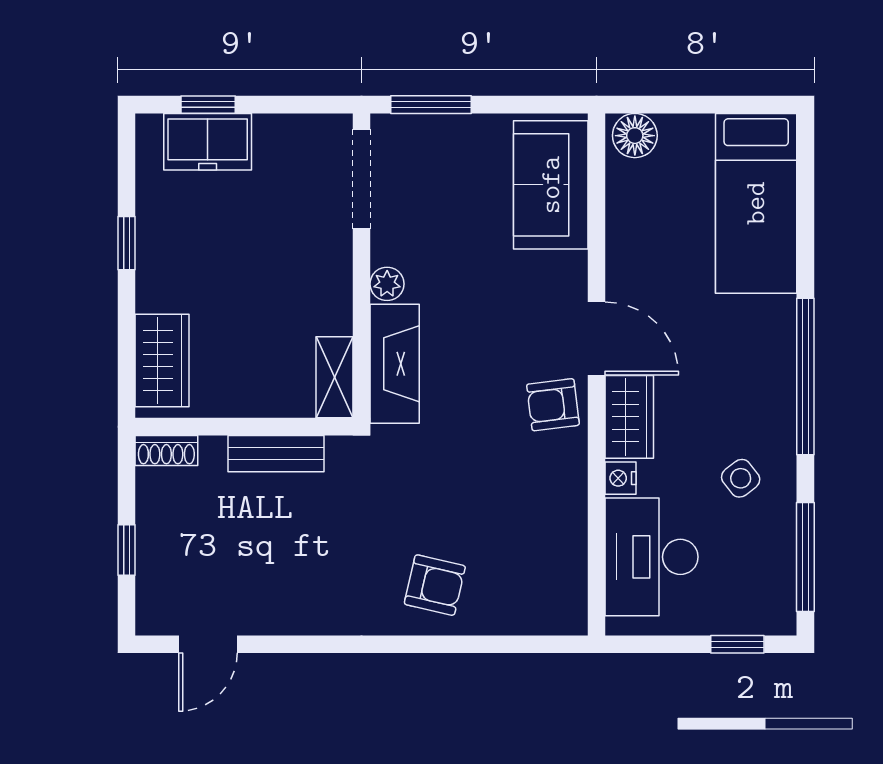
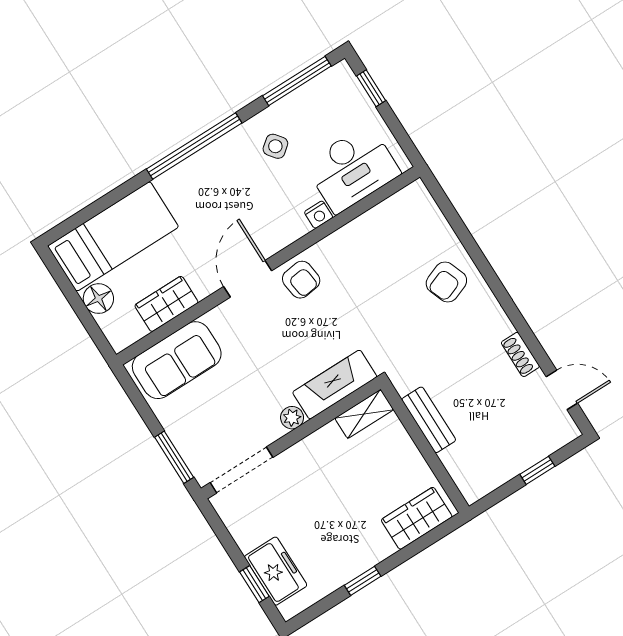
floor lamp: (635, 136) -> (98, 299), moved
wardrobe: (629, 417) -> (166, 304), moved
shoe rack: (166, 451) -> (520, 354), moved, turned 180
armchair: (435, 585) -> (446, 282), turned -124

